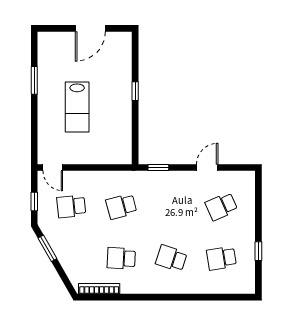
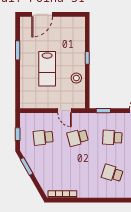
door: (90, 28) -> (42, 14), moved
stool: (119, 120) -> (76, 78), added
door: (53, 168) -> (65, 111), moved
school desk: (121, 258) -> (112, 137), moved

